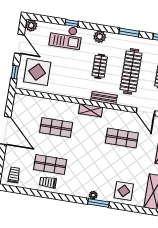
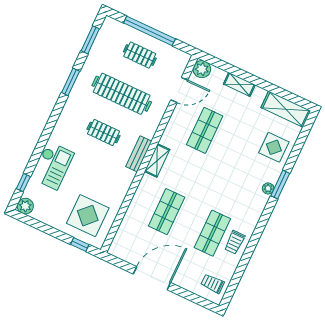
window: (72, 23) -> (23, 183), moved
plant: (100, 37) -> (65, 122), removed
door: (20, 44) -> (45, 228), removed
bench: (104, 98) -> (139, 154), moved

